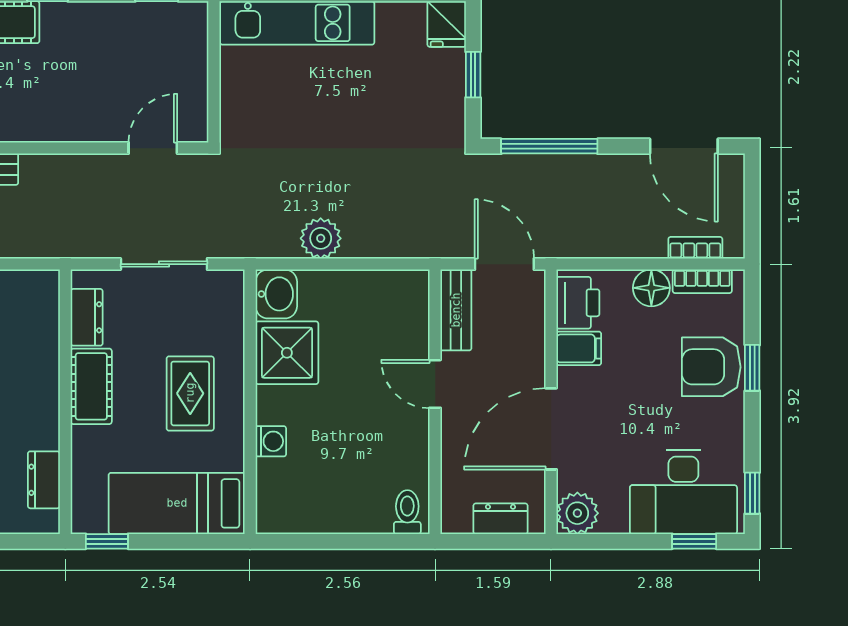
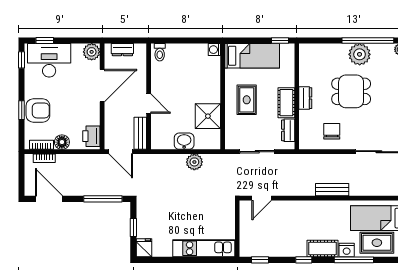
washbasin: (276, 294) -> (184, 141), moved, turned 90
filing cabinet: (579, 348) -> (91, 118), removed
washing machine: (271, 441) -> (214, 50), moved
dresser: (44, 480) -> (305, 98), moved

